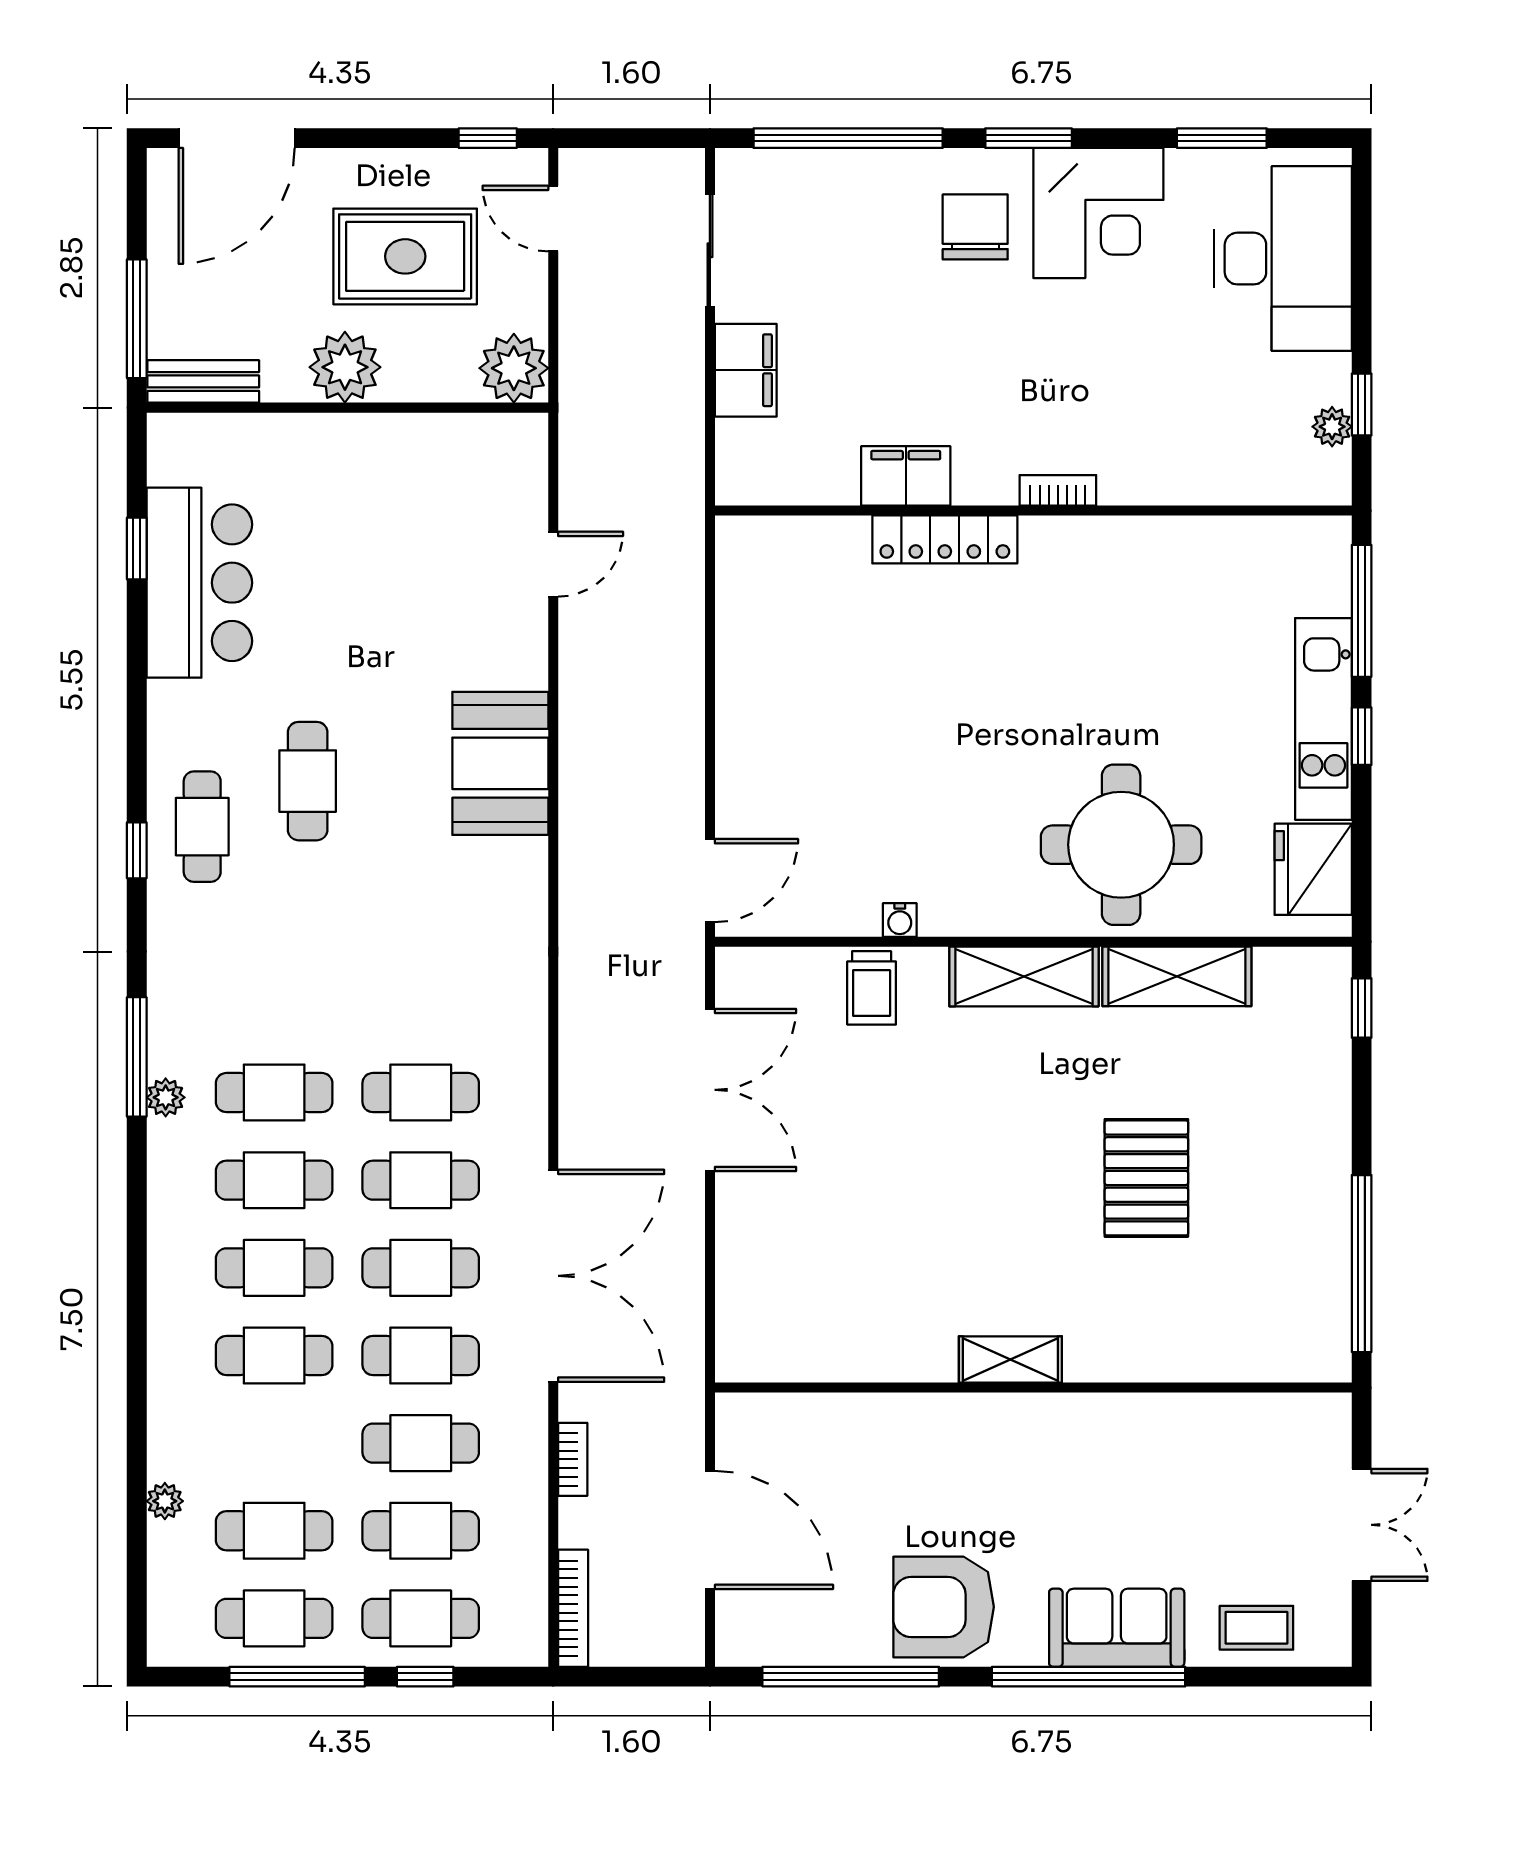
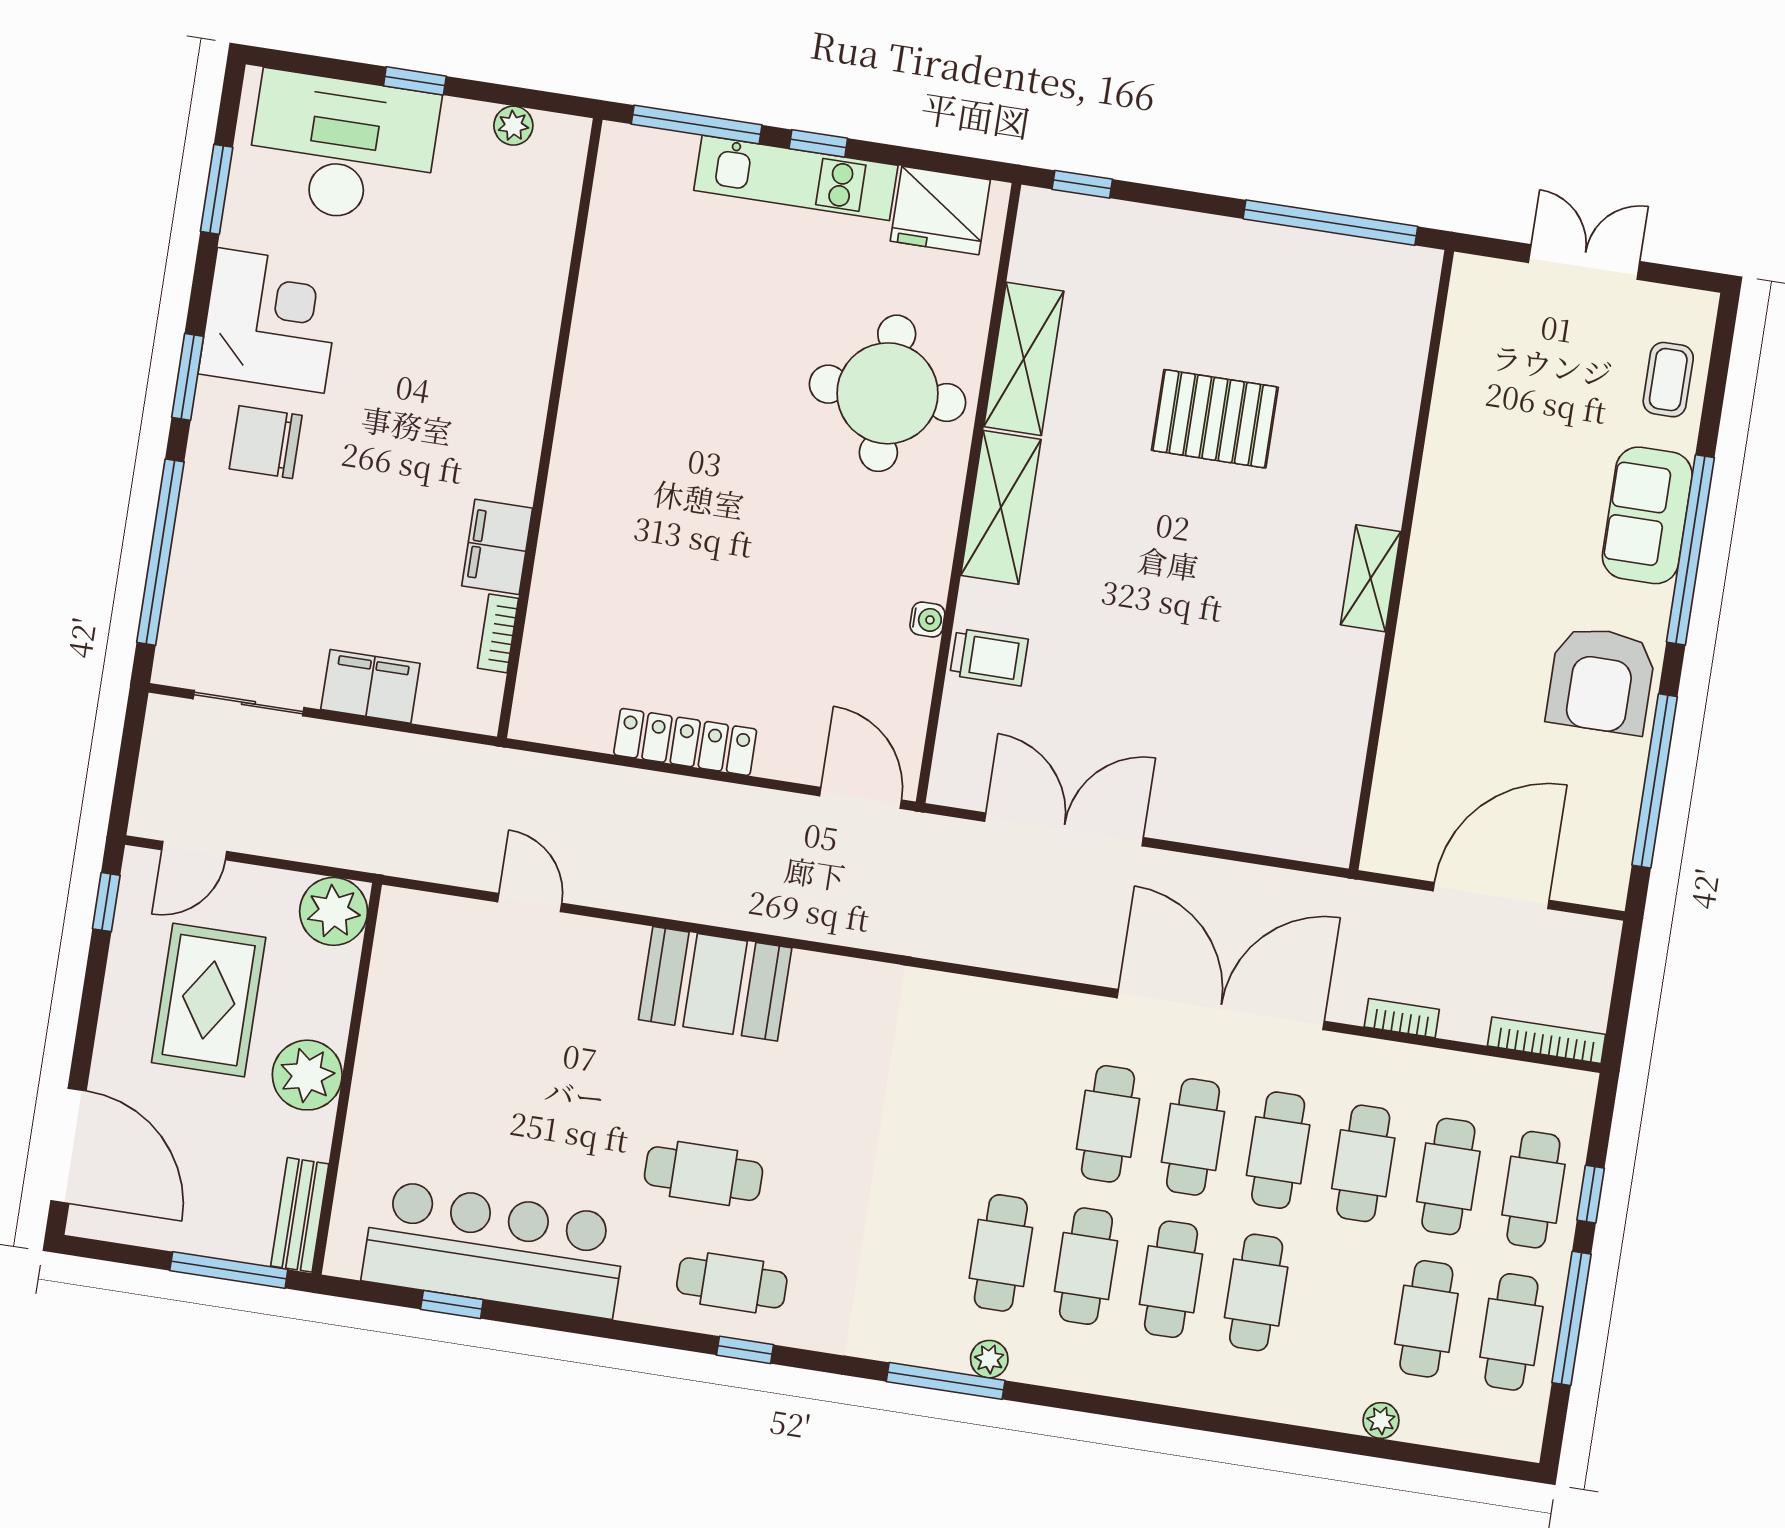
window: (1362, 405) -> (415, 81), moved
bookcase: (1058, 490) -> (498, 633), moved
locker: (945, 539) -> (685, 742), moved, turned -90
bar counter: (199, 583) -> (495, 1249), width x1.36
cafe table: (421, 1093) -> (1023, 1111), removed

